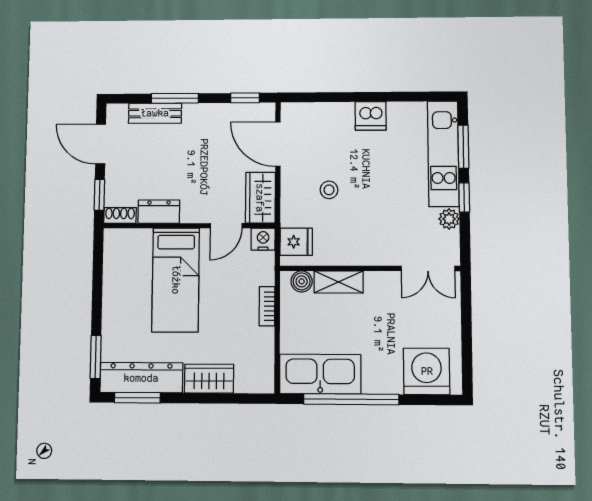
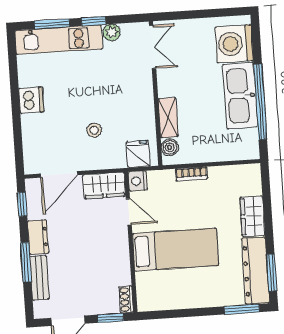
dresser: (159, 212) -> (38, 237), moved, turned 180
kitchen sink: (320, 374) -> (240, 96), moved

